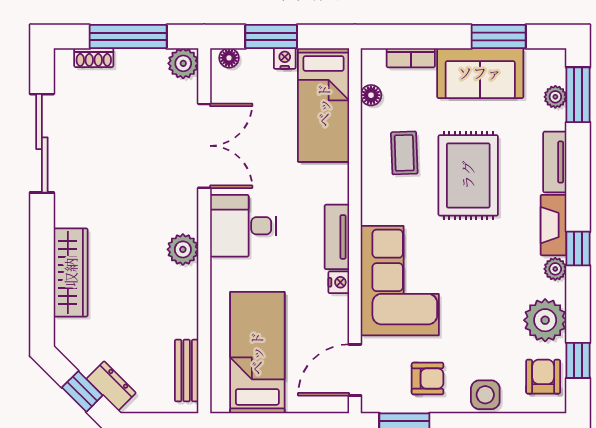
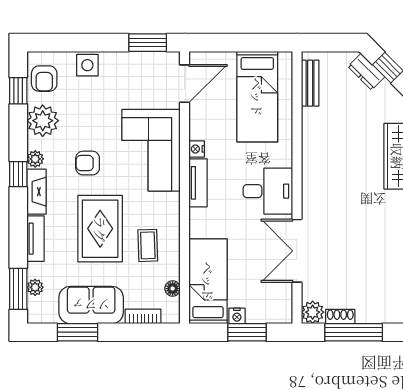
shoe rack: (94, 58) -> (340, 316), moved
floor lamp: (229, 58) -> (278, 316), removed
plant: (183, 249) -> (313, 173), removed
armchair: (428, 379) -> (88, 163), moved

